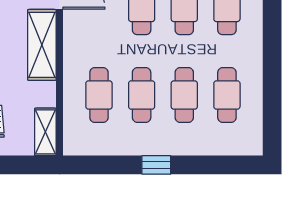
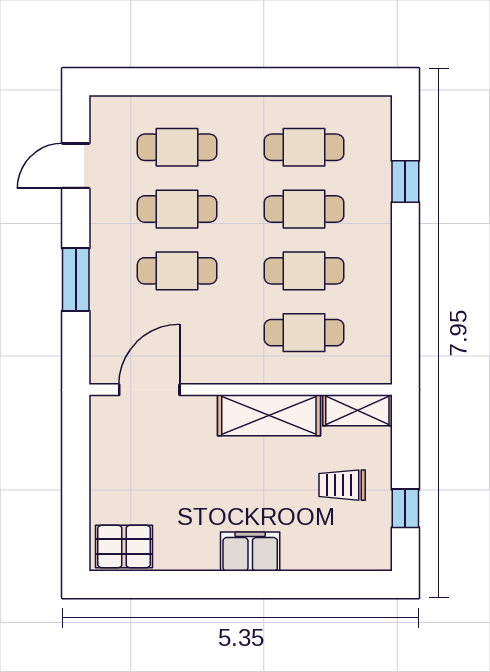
shelving: (42, 45) -> (269, 415), moved
window: (156, 165) -> (405, 182), moved

